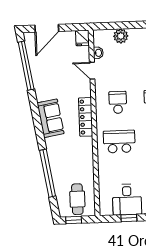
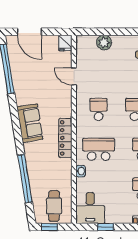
door: (47, 28) -> (29, 32), hinge flipped
washbasin: (98, 53) -> (81, 171), moved
locker: (86, 117) -> (65, 138), moved
desk: (127, 199) -> (90, 208), moved

